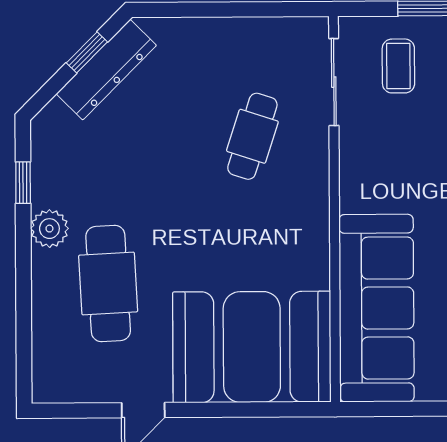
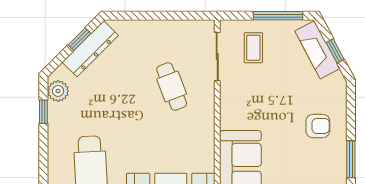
cafe table: (252, 136) -> (172, 87), turned -39
plant: (49, 229) -> (58, 91), moved

